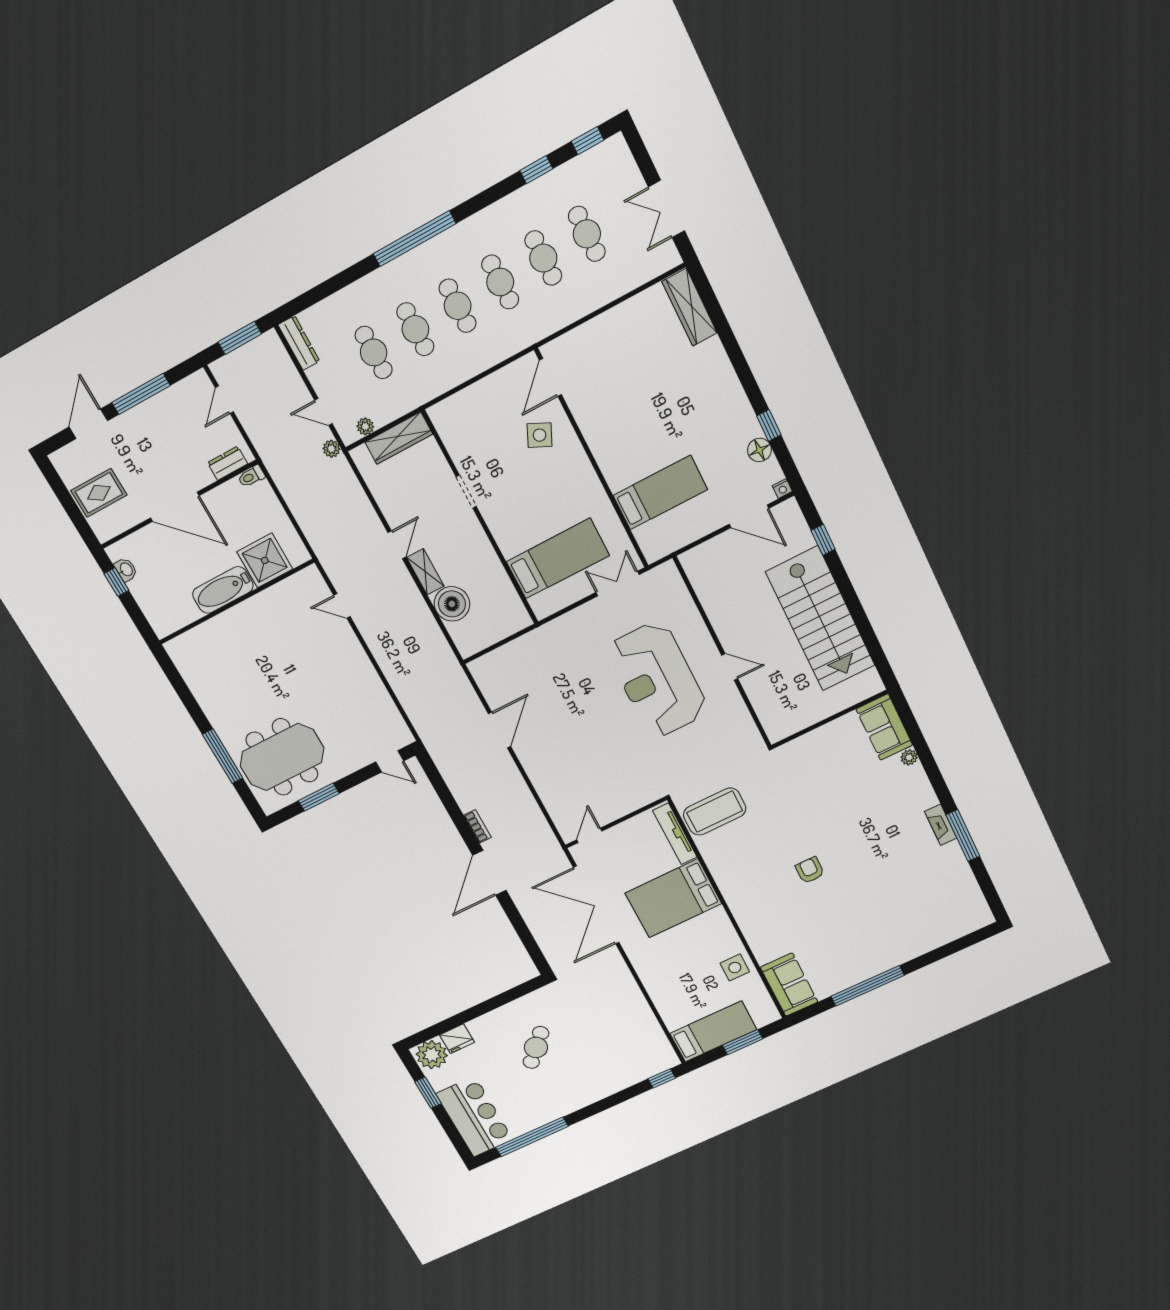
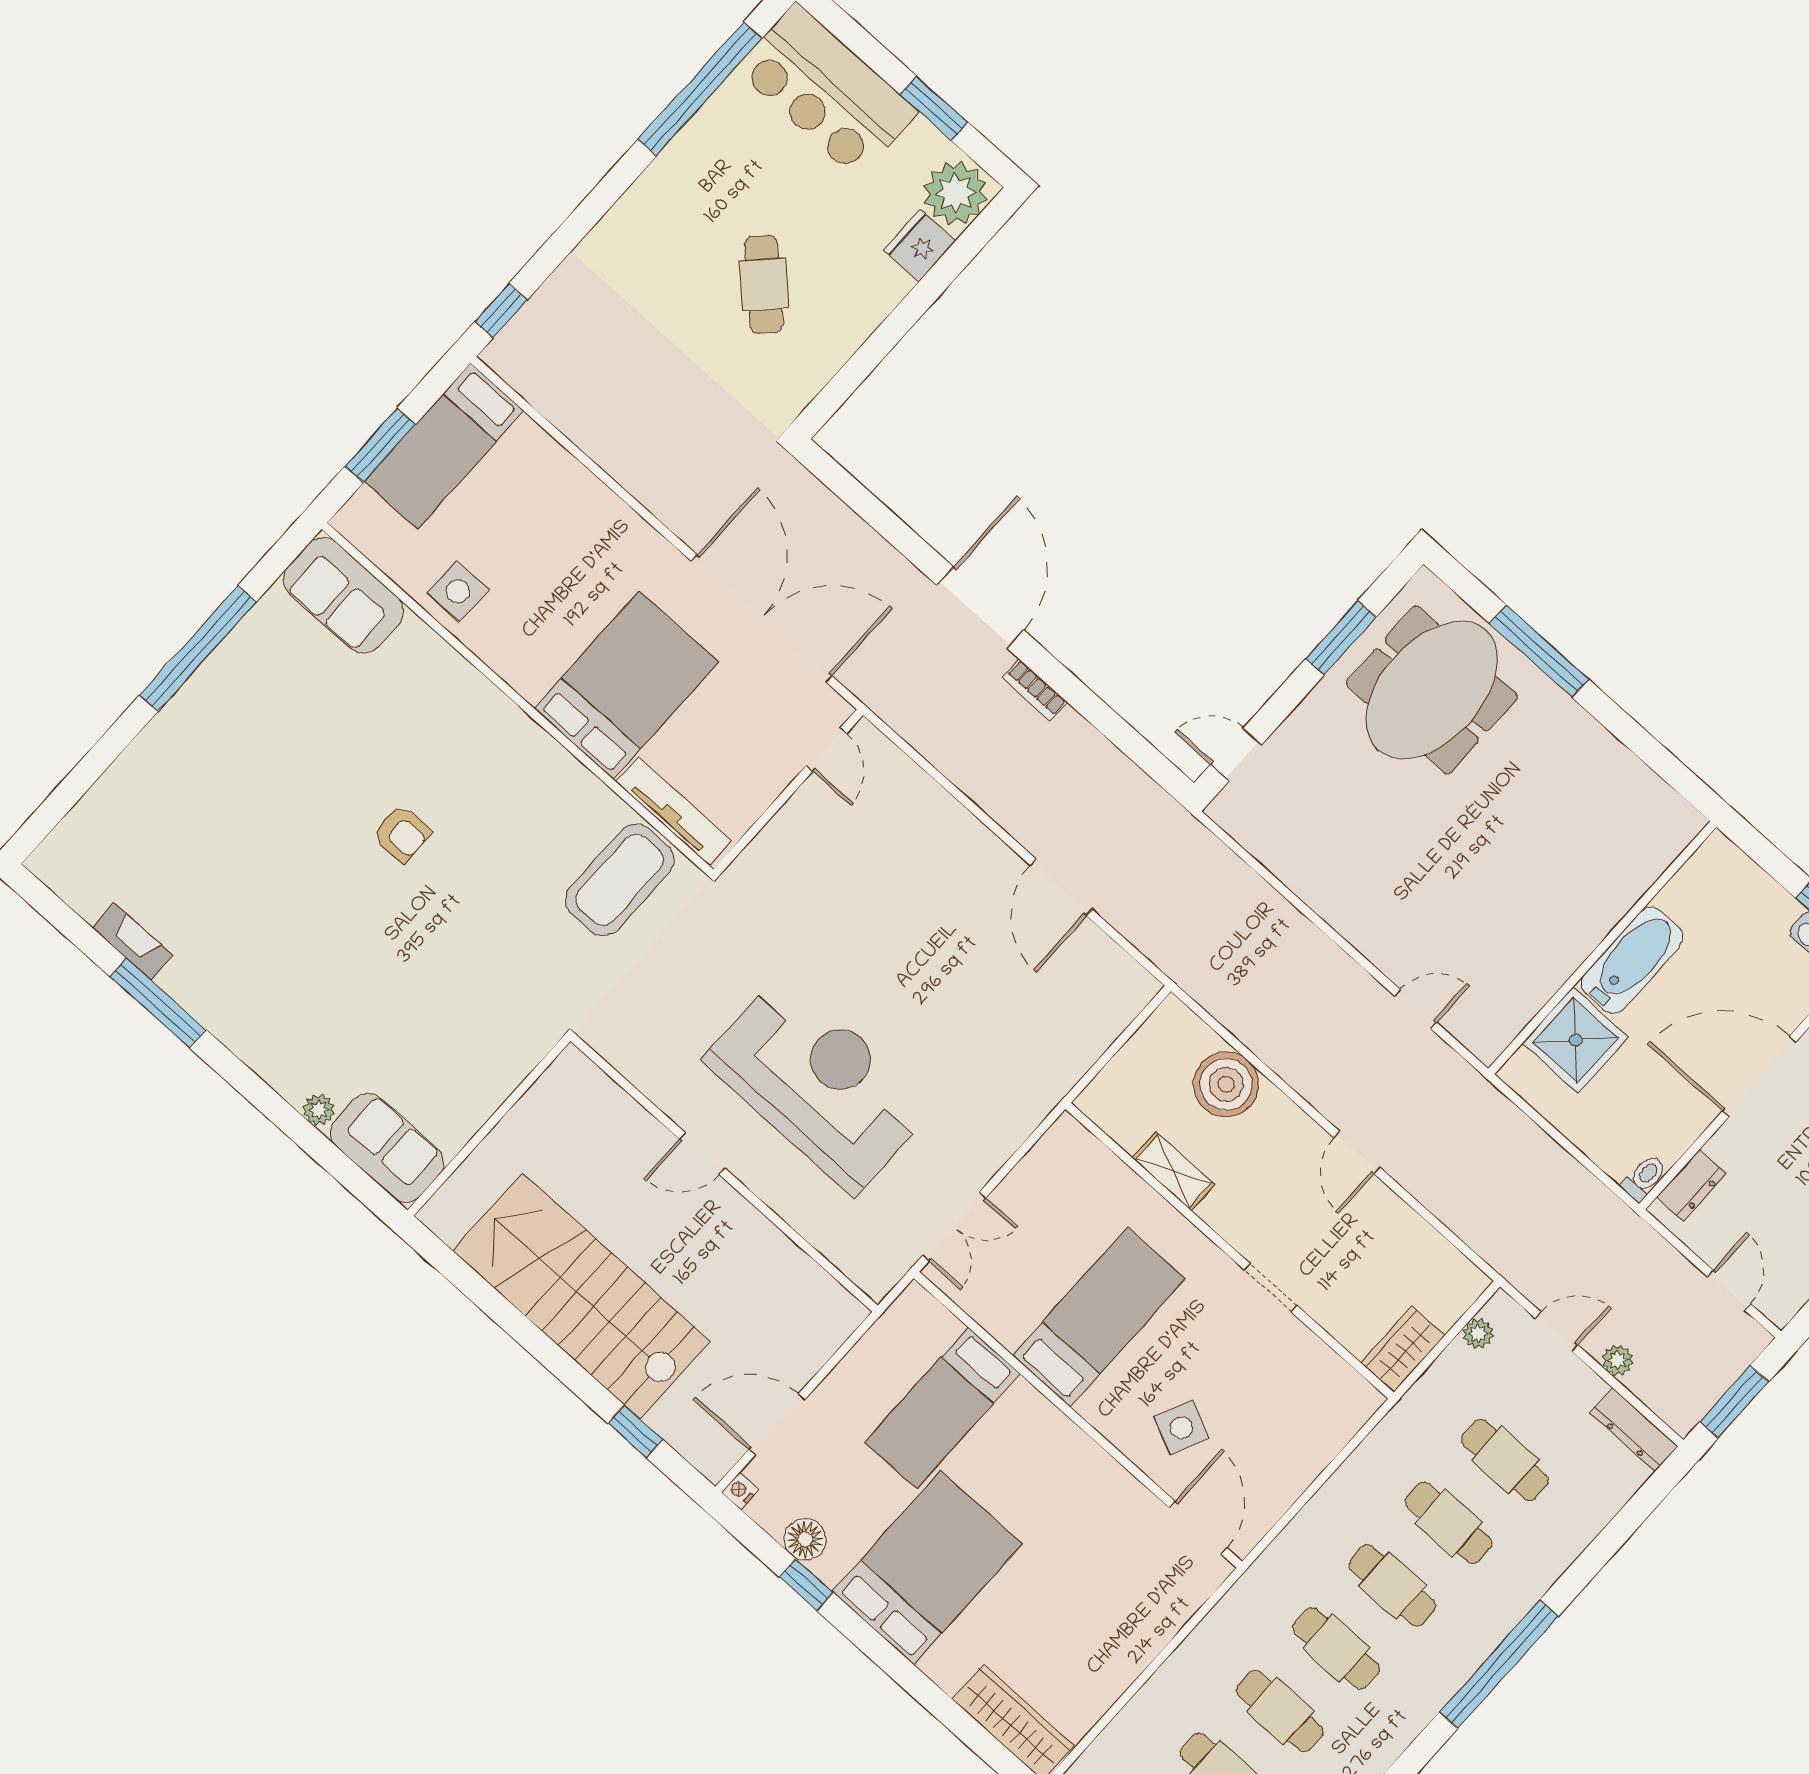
bed: (702, 410) -> (927, 1568), added
wardrobe: (399, 438) -> (1403, 1349), width x0.67
plant: (331, 449) -> (1618, 1360), moved
bed: (558, 559) -> (1099, 1317), moved, turned 180
shelving: (425, 572) -> (1173, 1171), moved
fireplace: (941, 825) -> (133, 942), moved

